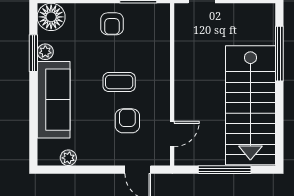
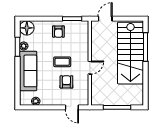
stairs: (250, 105) -> (130, 53), moved
door: (172, 134) -> (90, 68), moved

